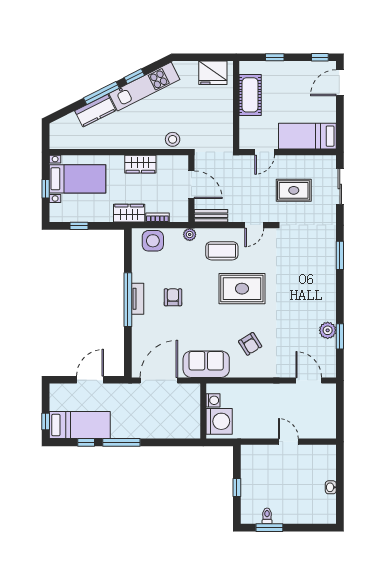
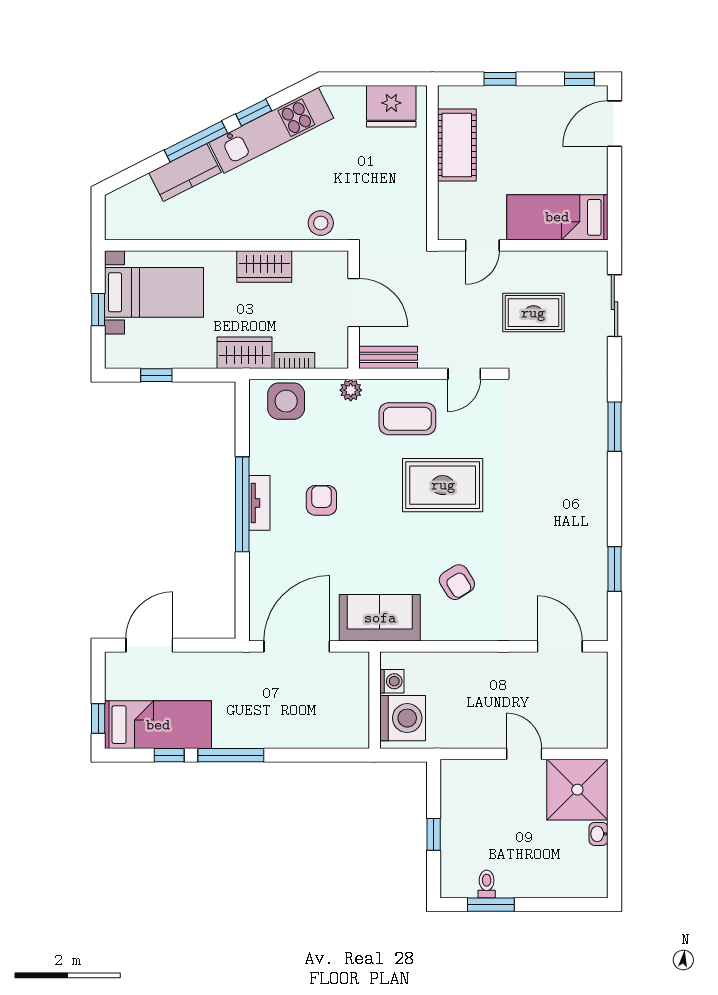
plant: (328, 330) -> (593, 558), removed
door: (90, 380) -> (149, 645), moved
shower: (319, 462) -> (577, 790), added

